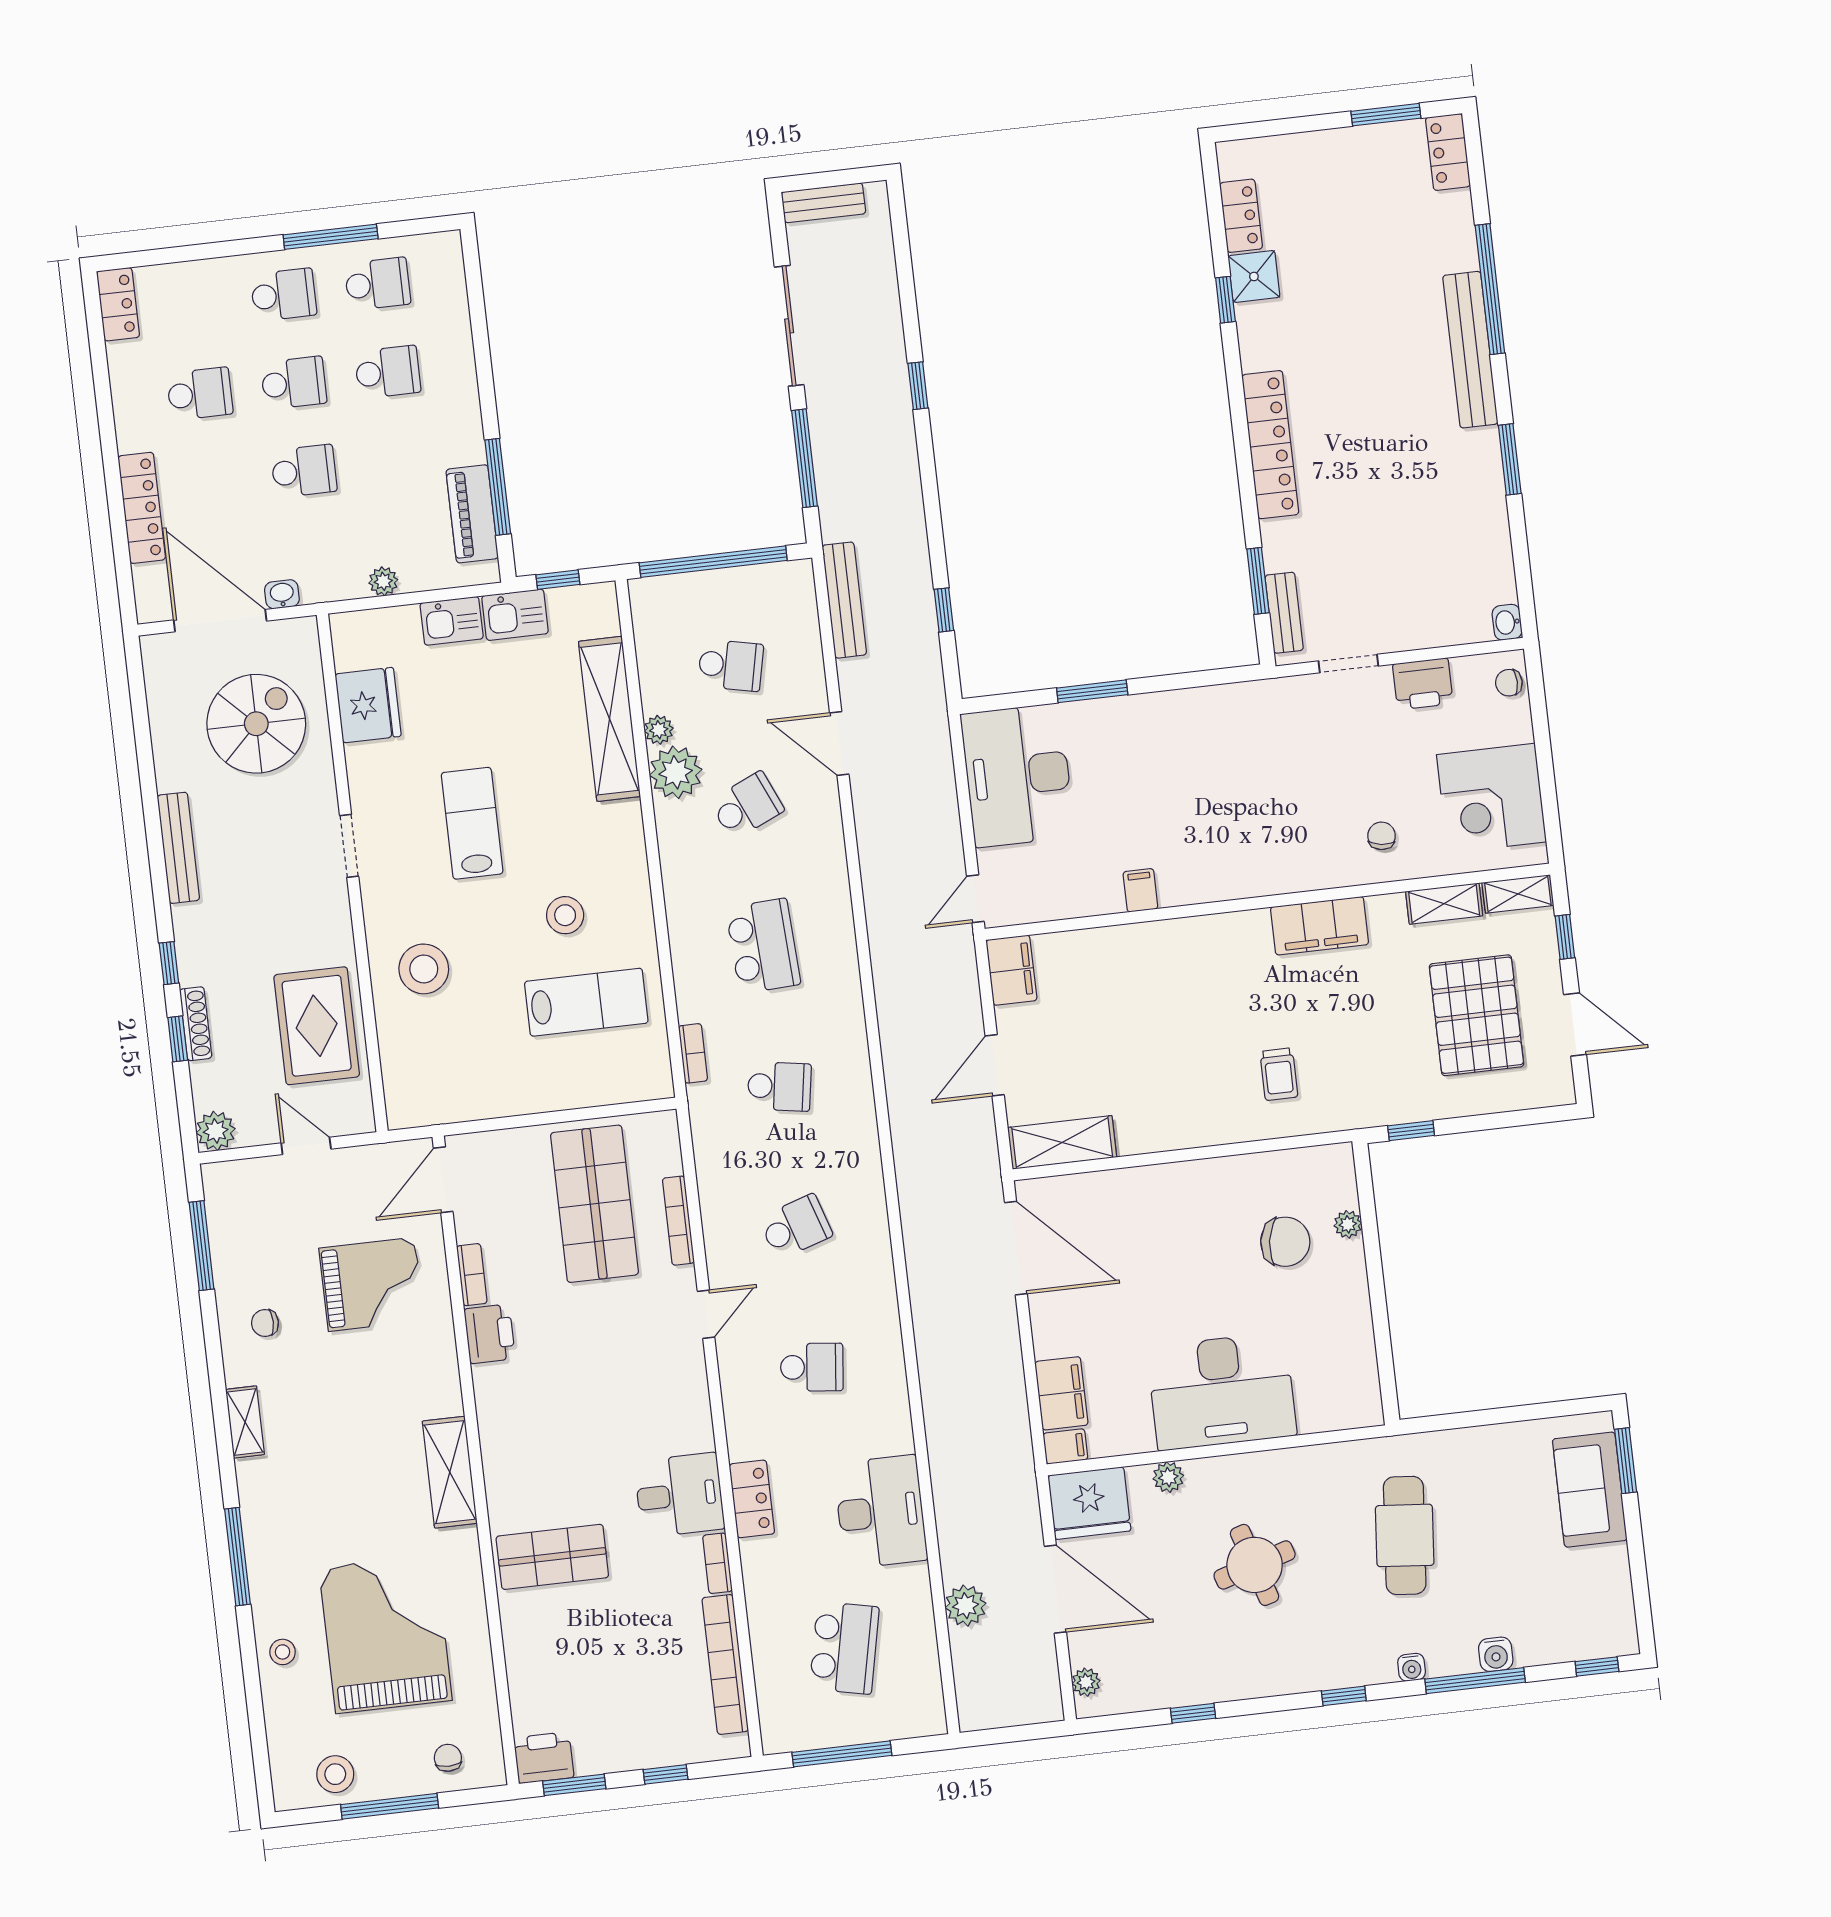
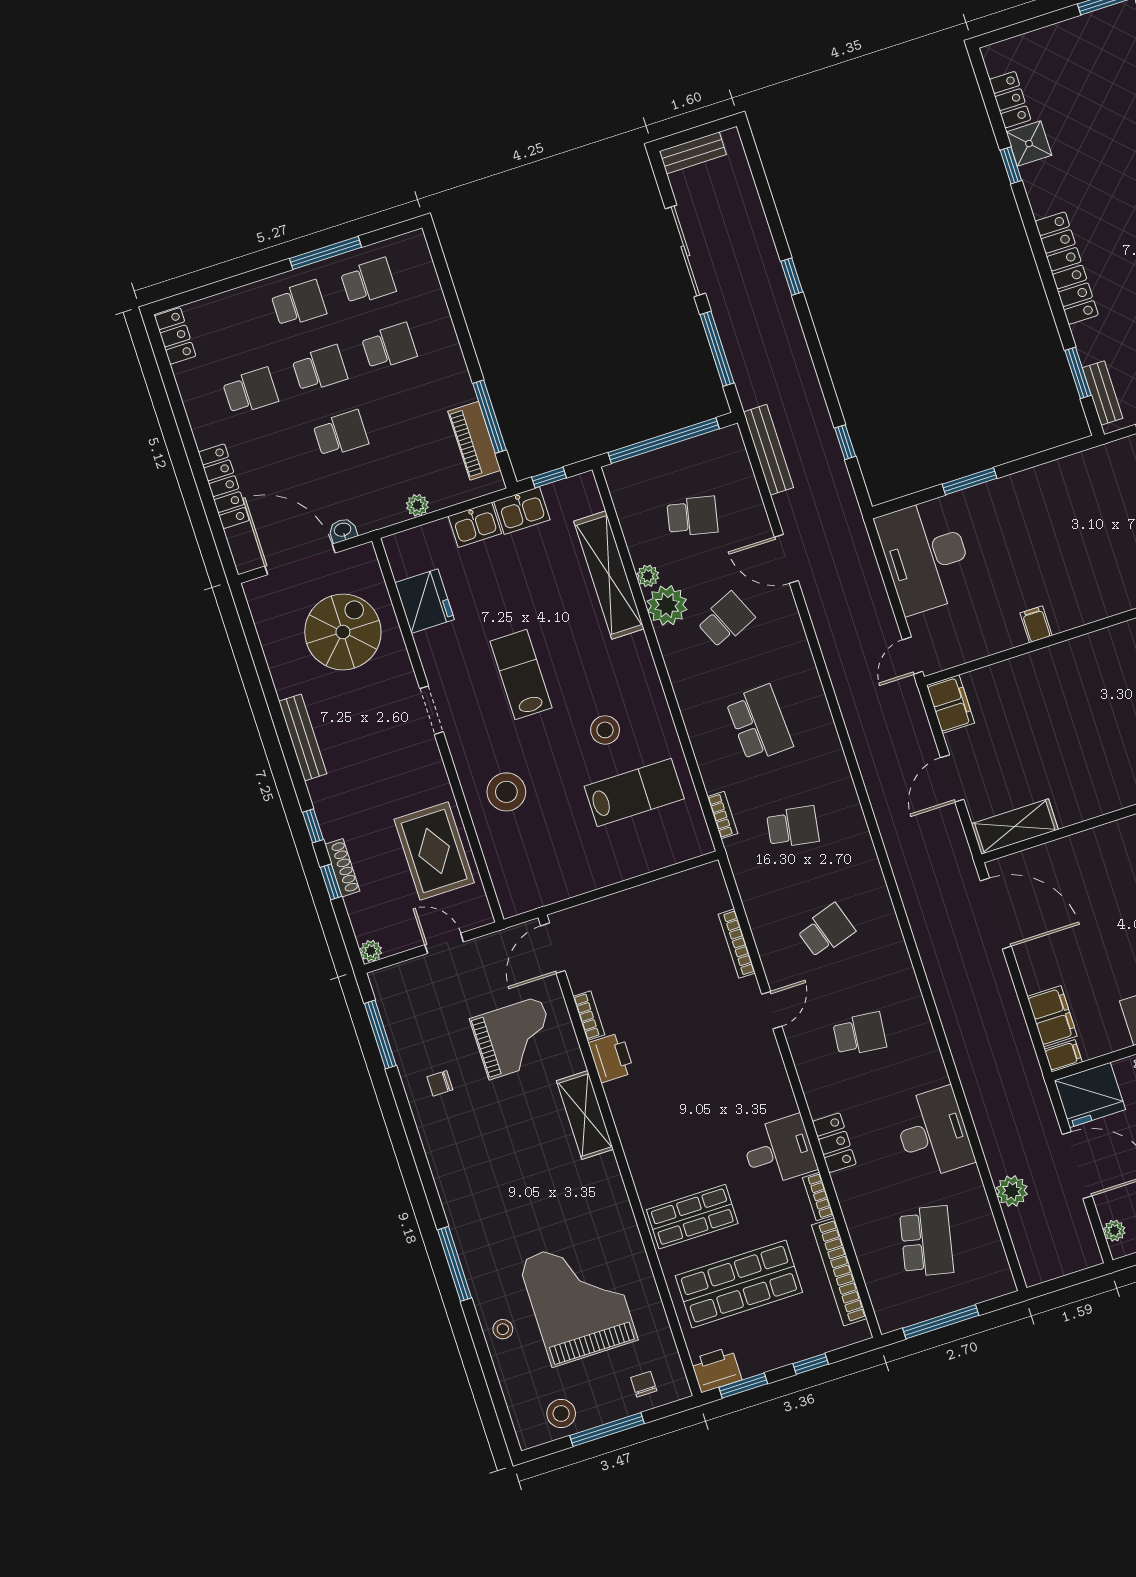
plant: (216, 1131) -> (371, 951), width x0.73, depth x0.73
shop shelf: (594, 1204) -> (739, 1284), moved, turned 90
shelving: (245, 1422) -> (440, 1161), removed
shelving: (450, 1472) -> (585, 1115), moved

